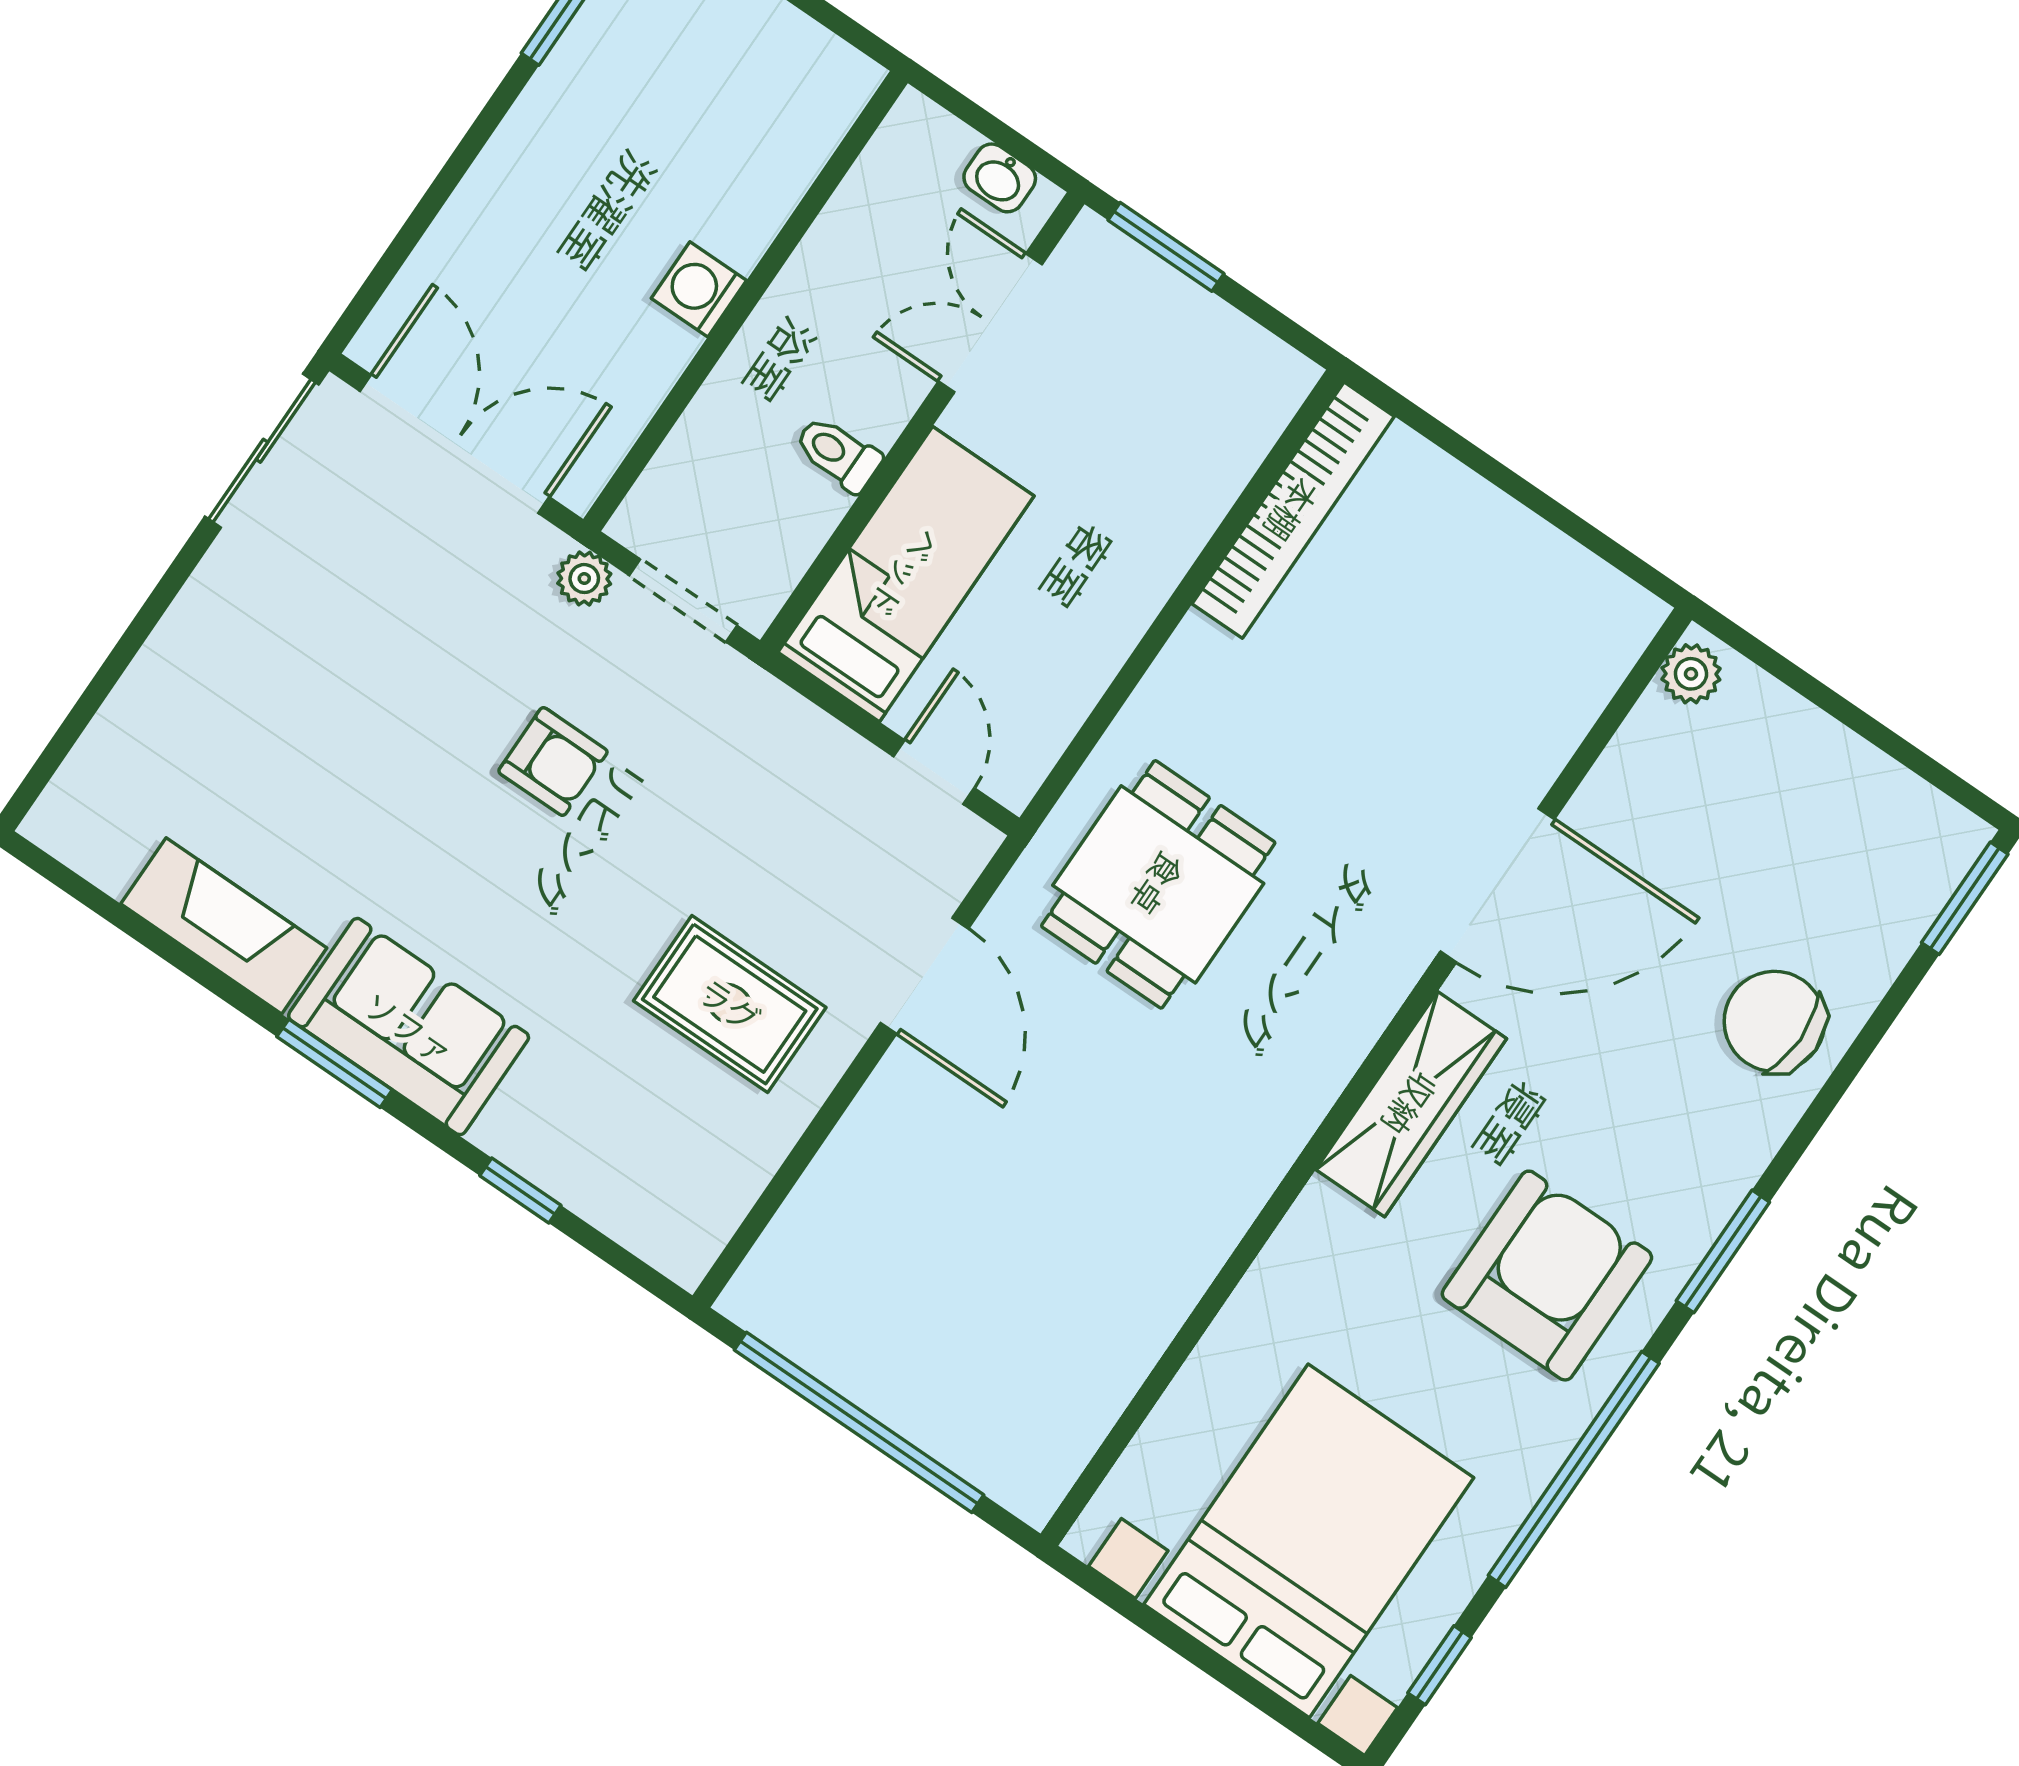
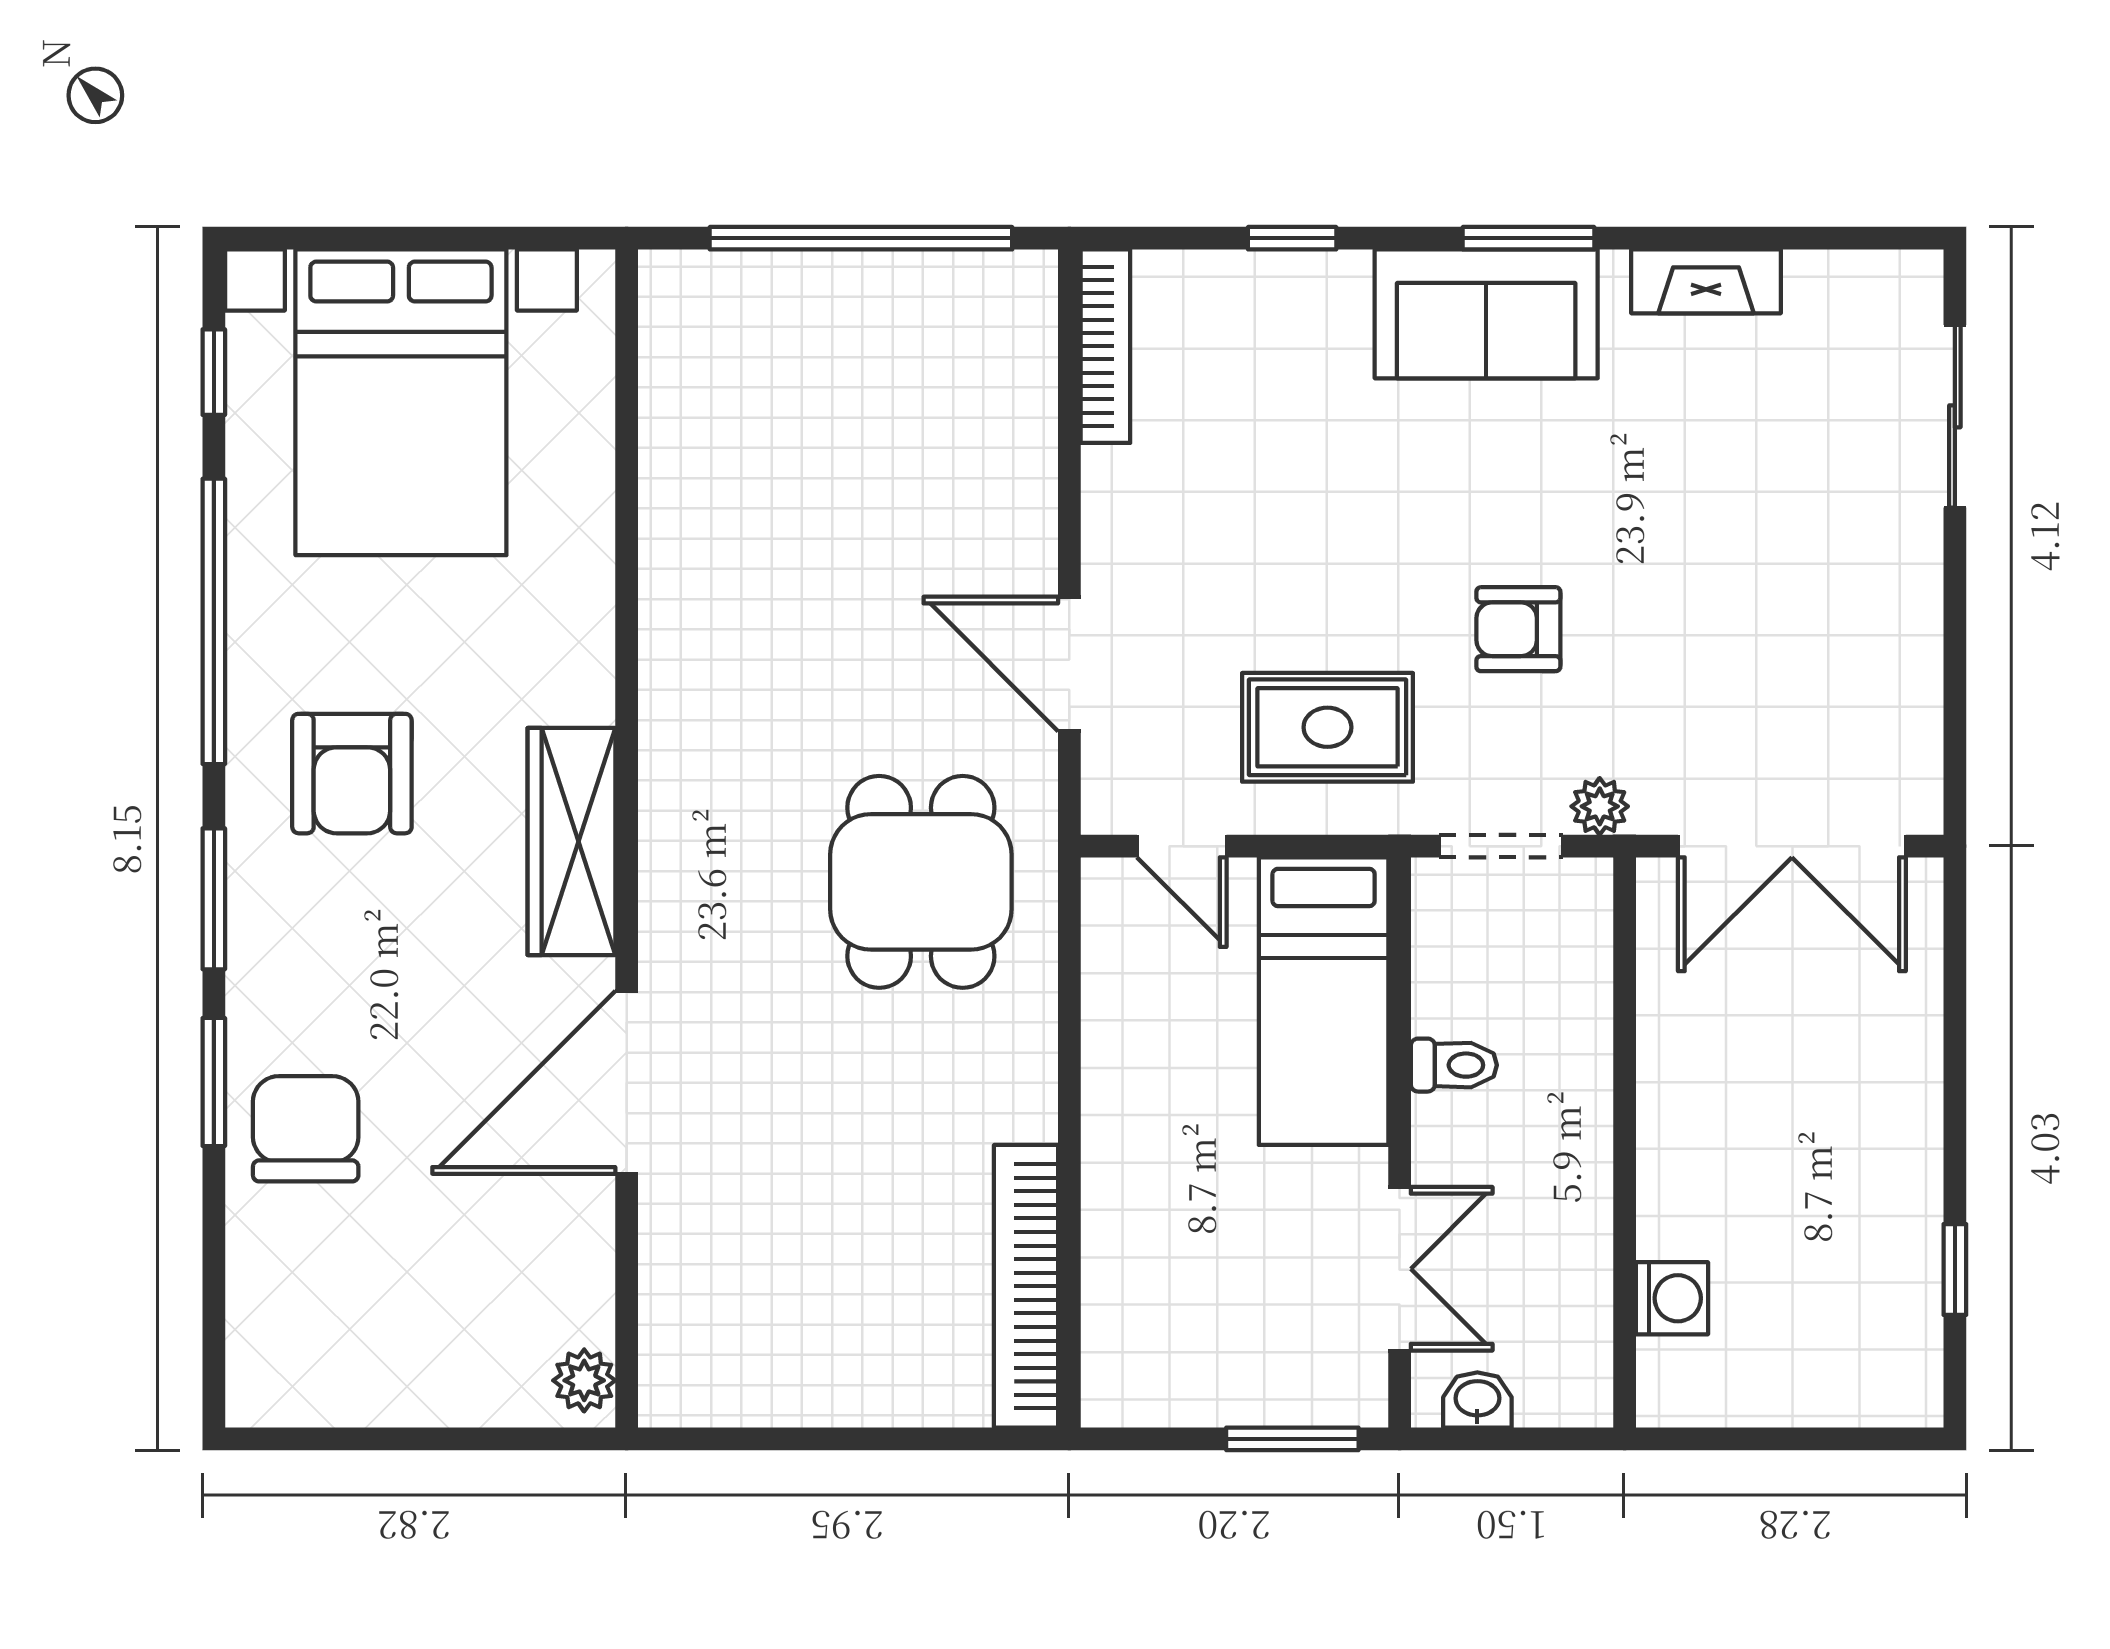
washing machine: (699, 289) -> (1672, 1298), moved
sliding door: (262, 451) -> (1955, 416), moved
window: (1965, 898) -> (214, 1082), moved
fireplace: (224, 926) -> (1706, 281), width x0.73, depth x0.76
rug: (730, 1004) -> (1327, 727), moved
chair: (1774, 1021) -> (306, 1129), turned -90
bookcase: (725, 1206) -> (1105, 346), added
armchair: (1547, 1276) -> (352, 774), width x0.73, depth x0.73

